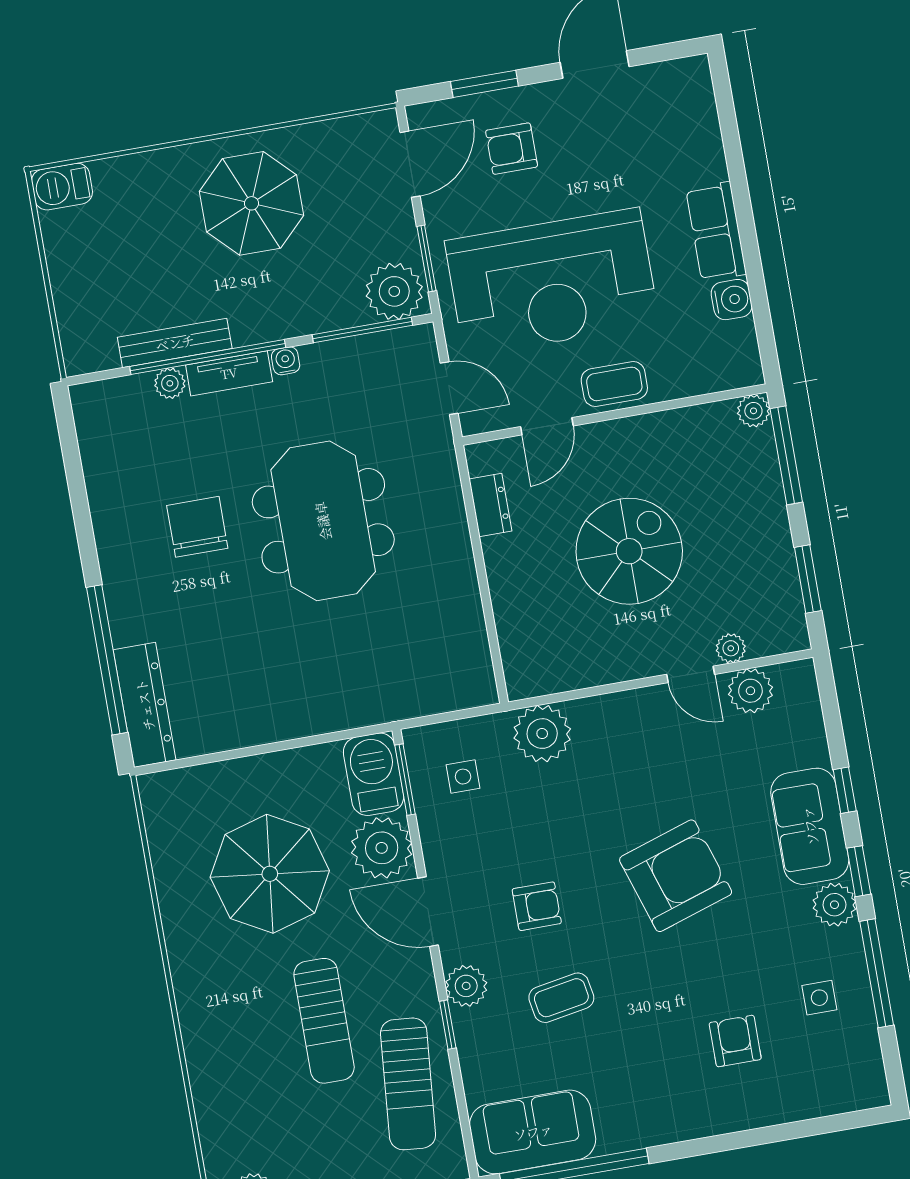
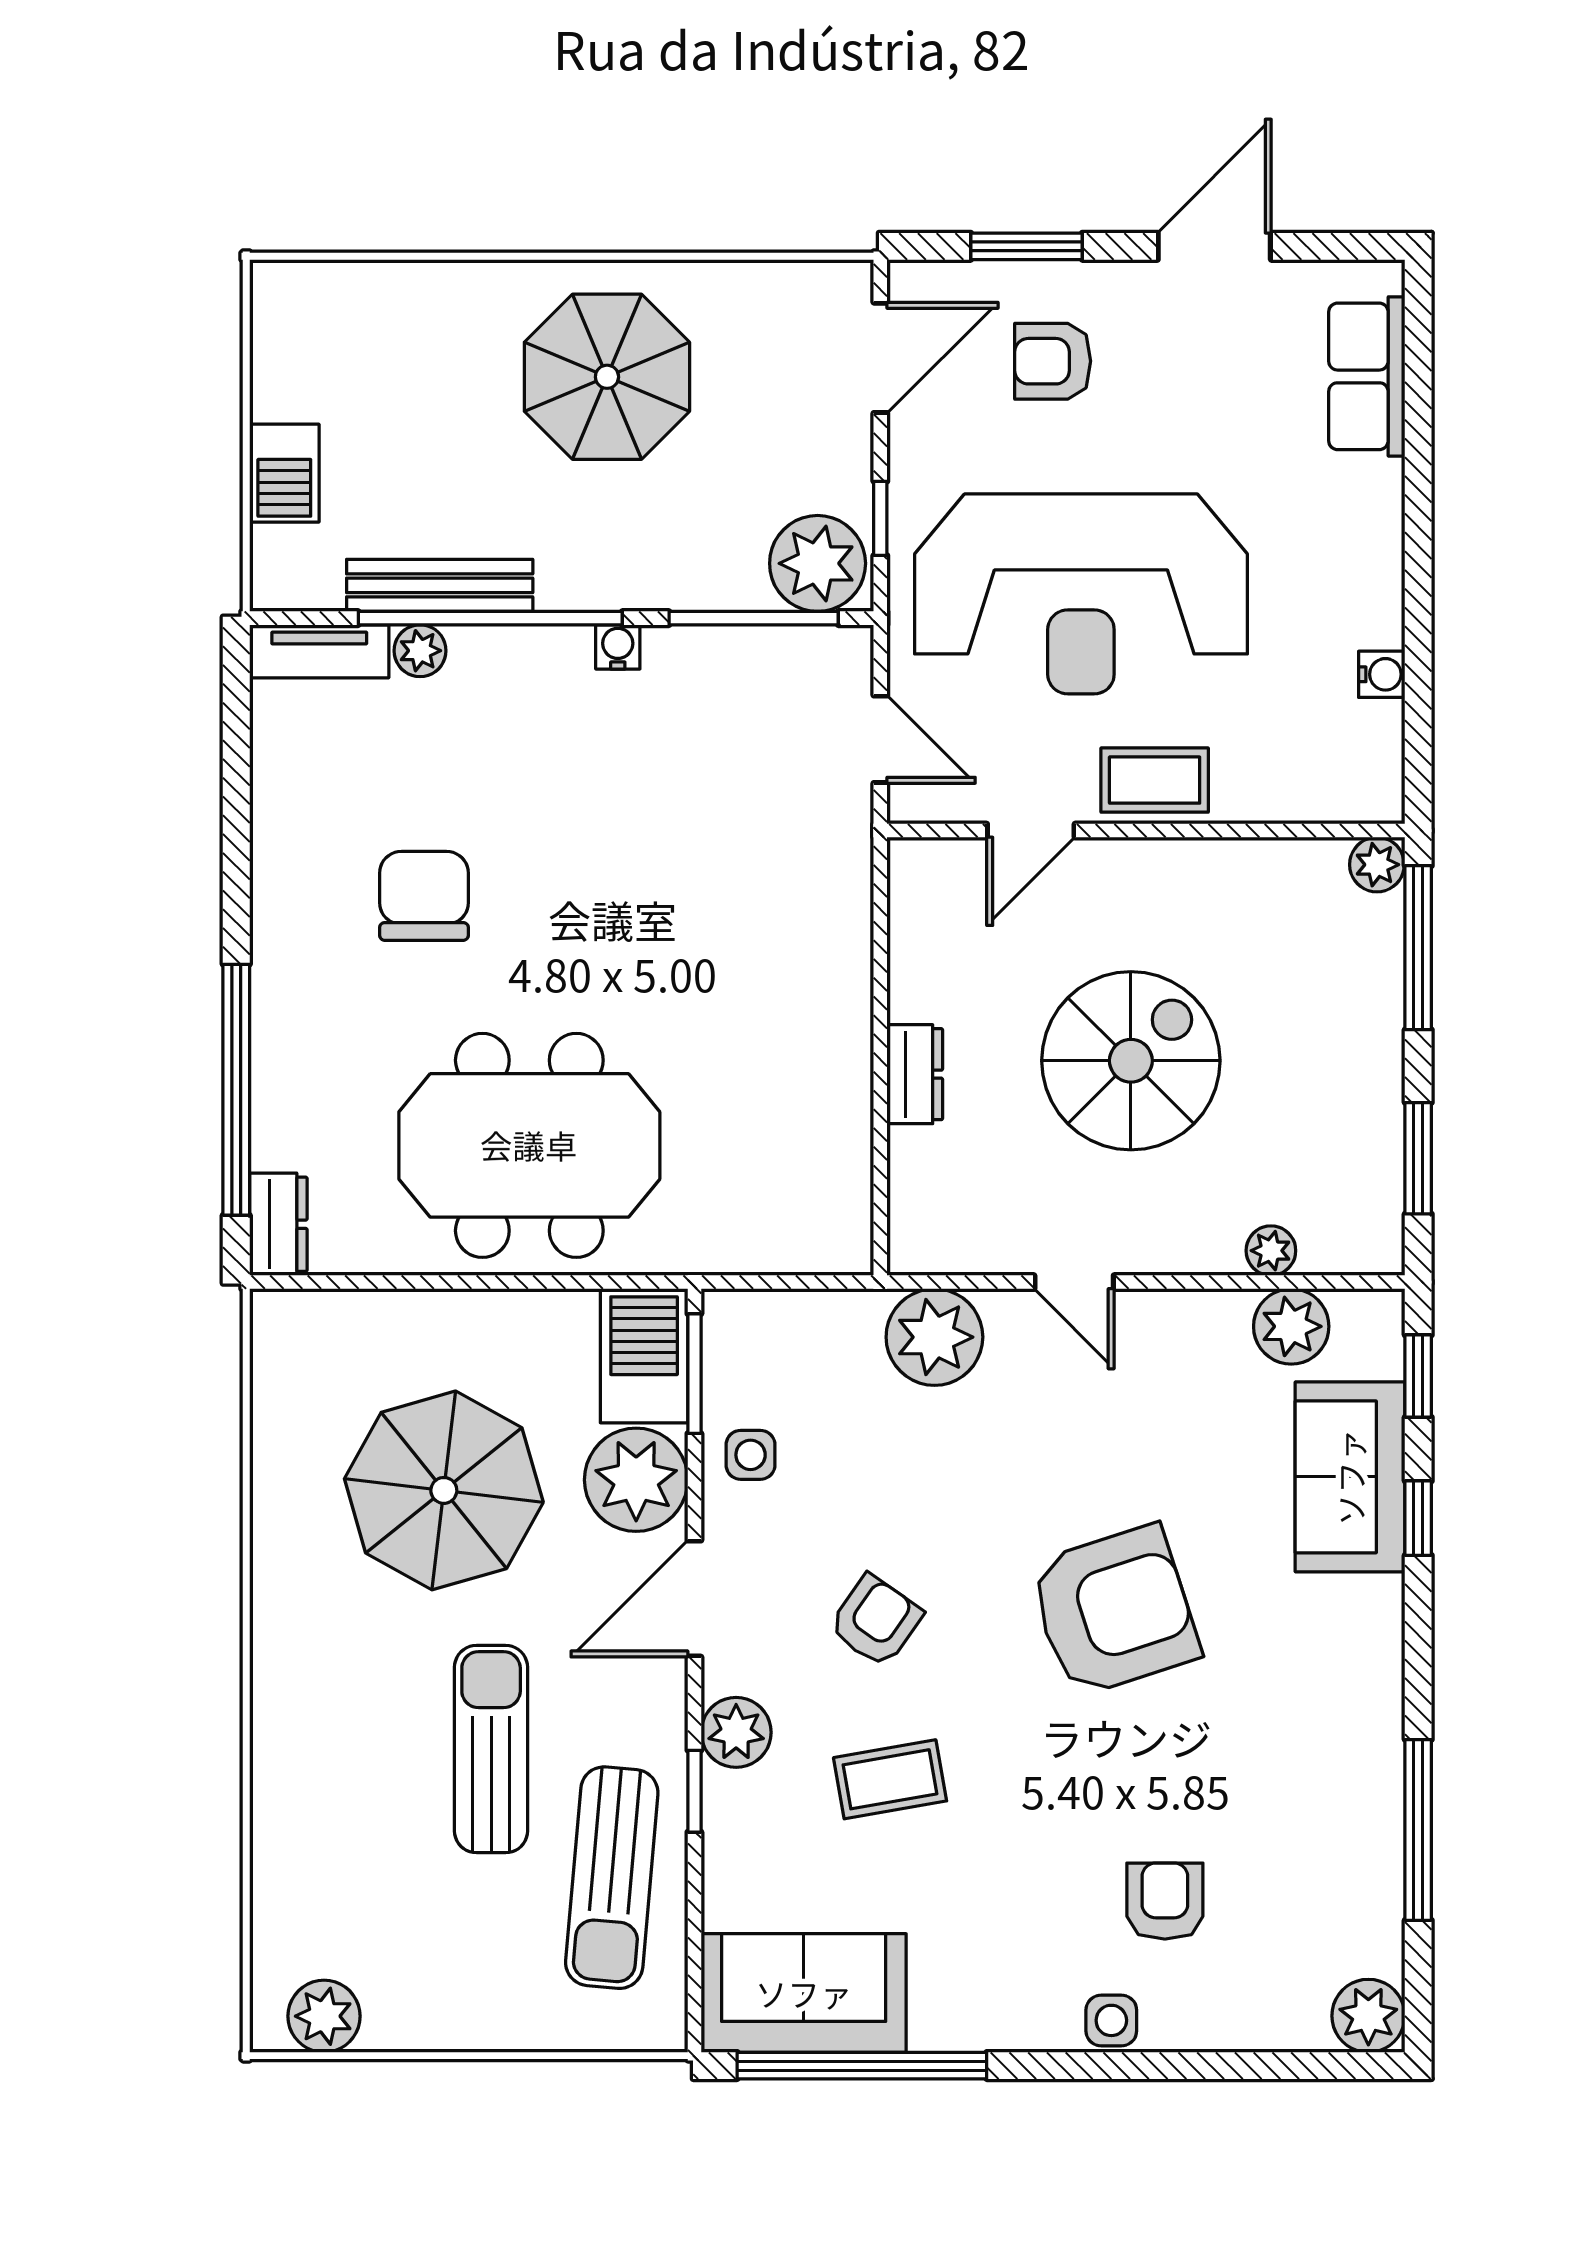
barbecue: (62, 187) -> (284, 473), moved, turned -90
row of seats: (716, 232) -> (1367, 376), moved
window: (427, 258) -> (880, 518), width x0.67
water cooler: (732, 300) -> (1382, 674), width x0.72, depth x0.72
tv unit: (229, 373) -> (319, 651), moved
dresser: (490, 505) -> (915, 1074), moved
meeting table: (323, 521) -> (529, 1145), moved, turned 90
door: (691, 674) -> (1074, 1282), moved
dresser: (145, 705) -> (278, 1224), width x0.51, depth x0.80
side table: (463, 777) -> (751, 1455), moved
sofa: (810, 826) -> (1350, 1477), moved
window: (859, 871) -> (1418, 1376), moved
plant: (834, 905) -> (1368, 2016), moved
armchair: (537, 906) -> (876, 1621), turned -55
door: (428, 912) -> (694, 1599), hinge flipped
side table: (819, 998) -> (1111, 2020), moved
sun lounger: (324, 1021) -> (491, 1749), turned 180

